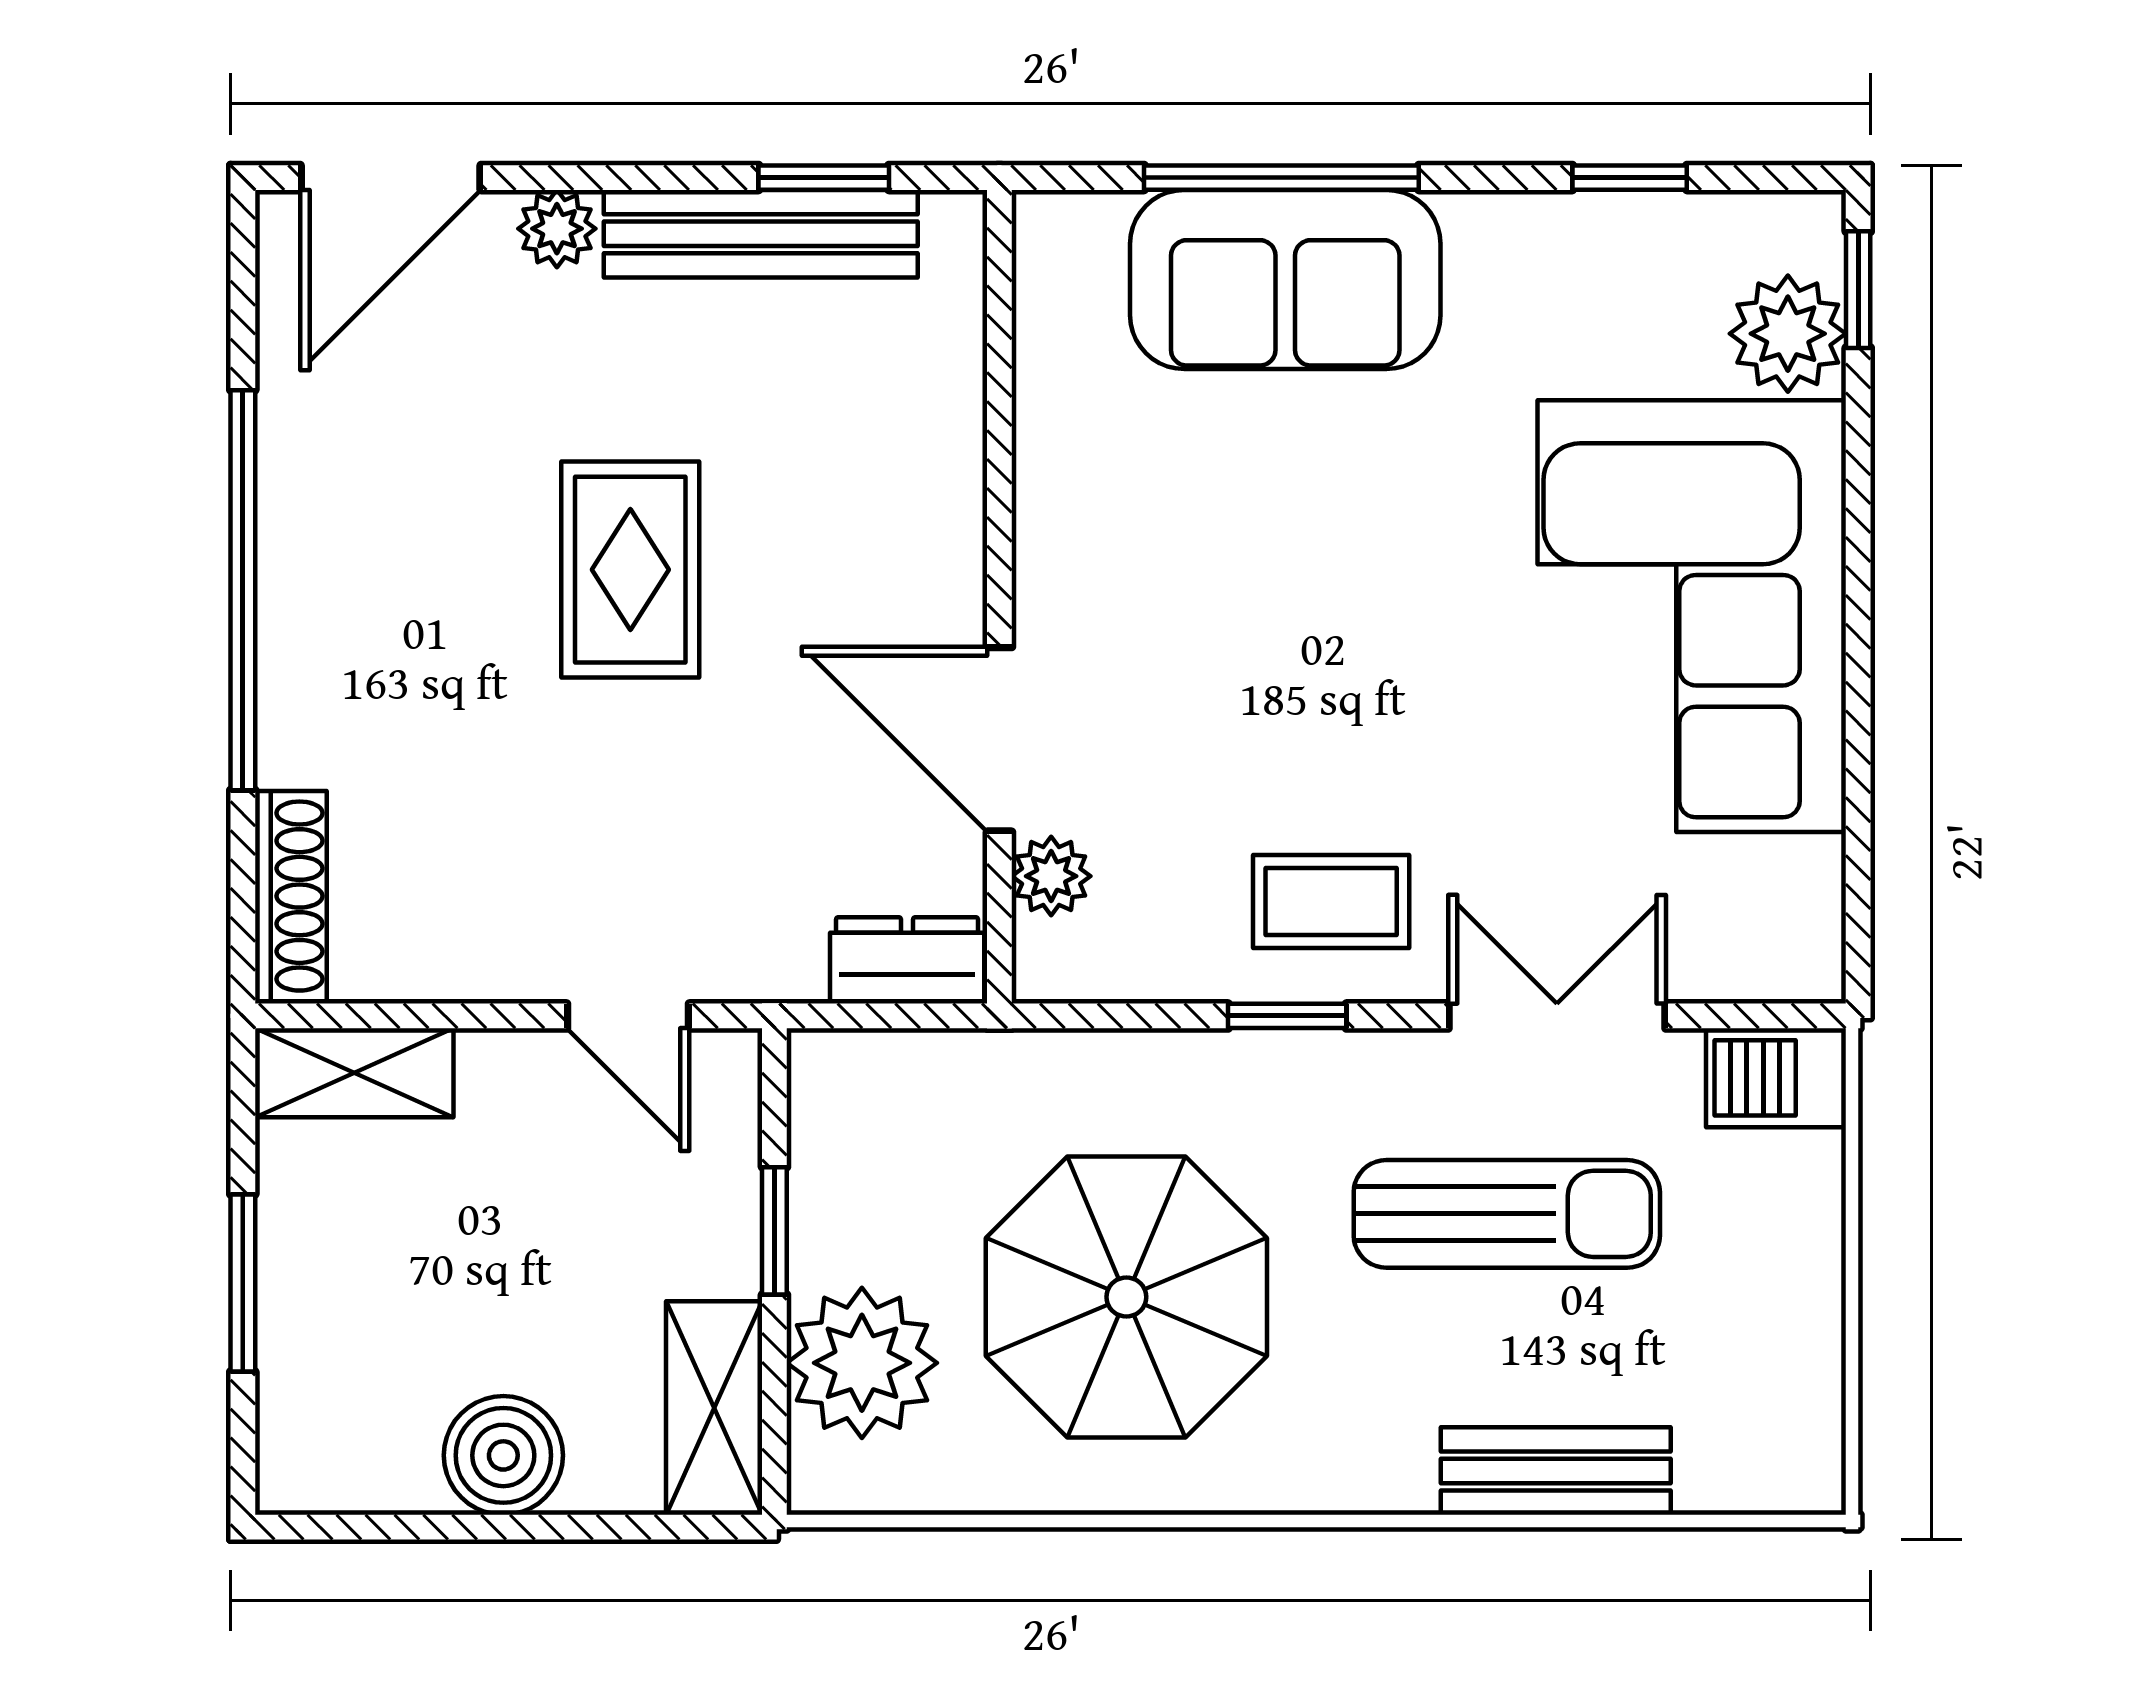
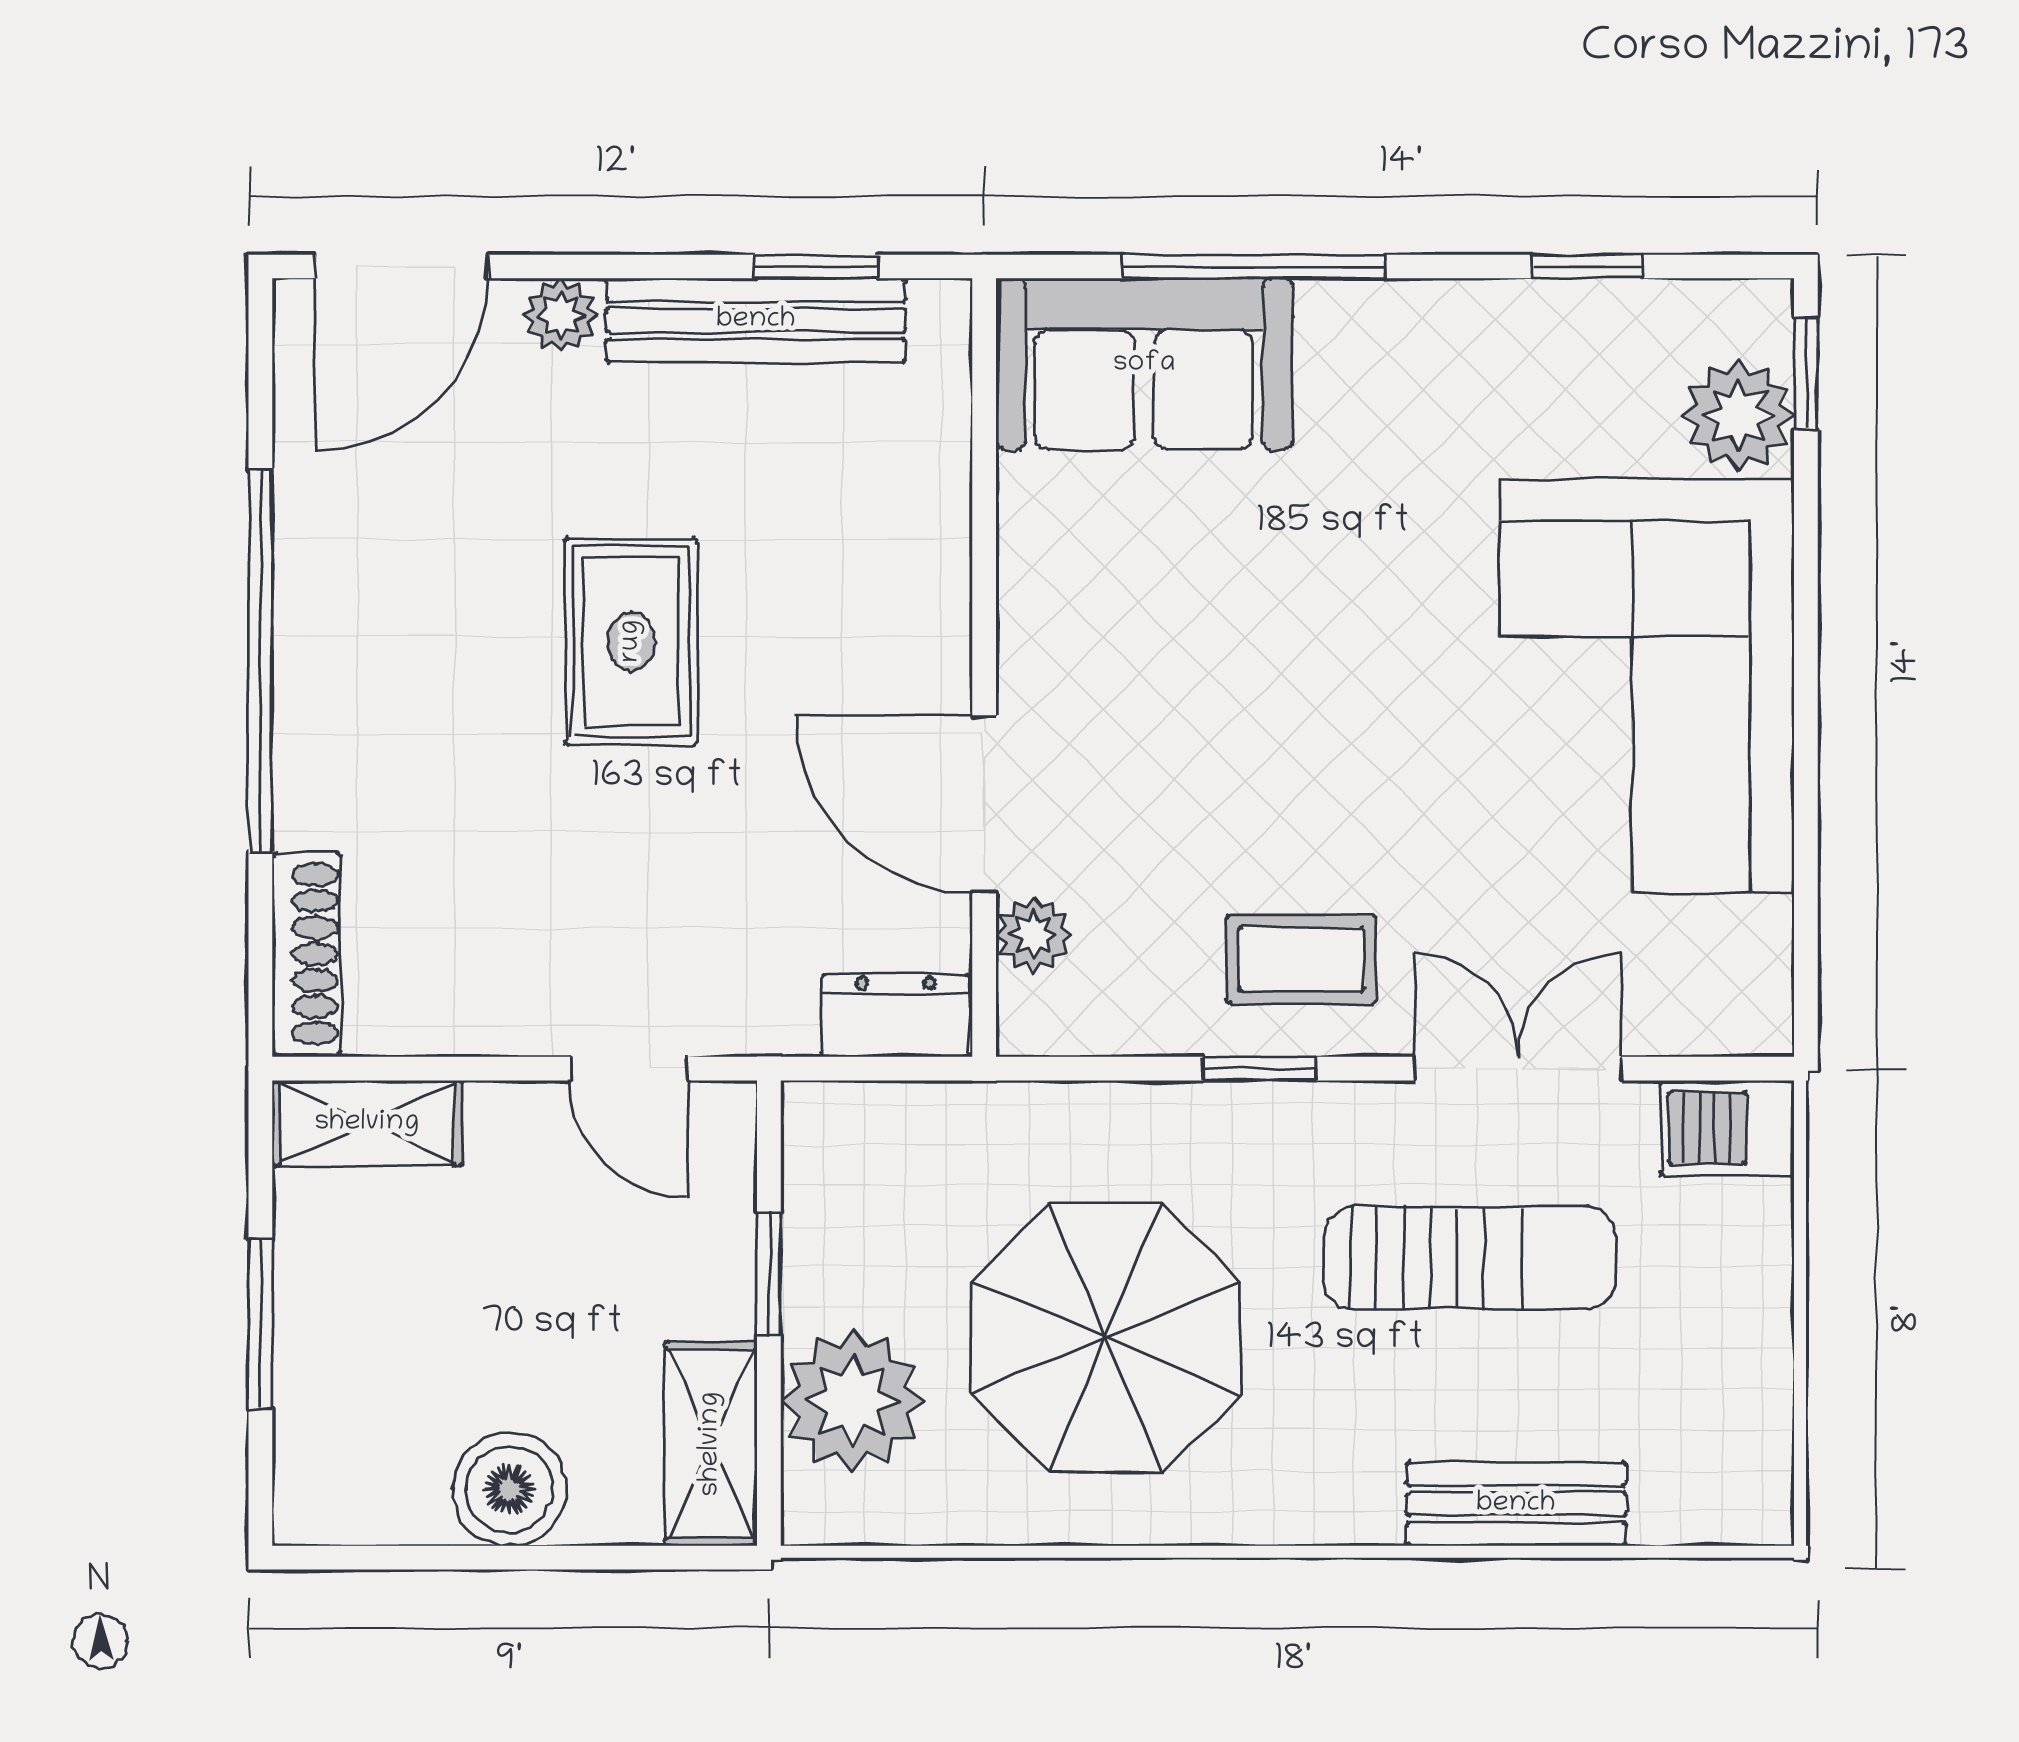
sofa: (1285, 279) -> (1144, 364), moved

